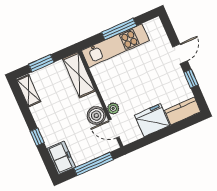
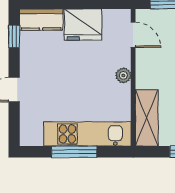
window: (191, 79) -> (14, 36), moved
plant: (113, 108) -> (123, 75), moved
boiler: (96, 116) -> (147, 60), removed

